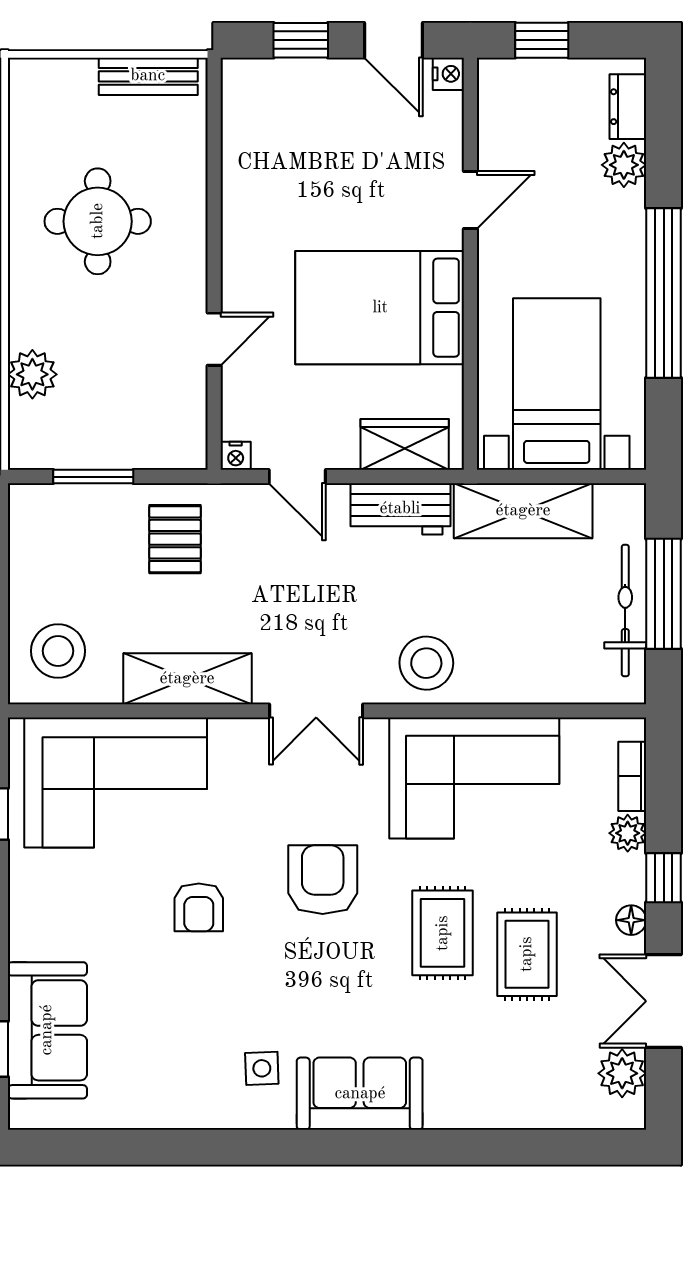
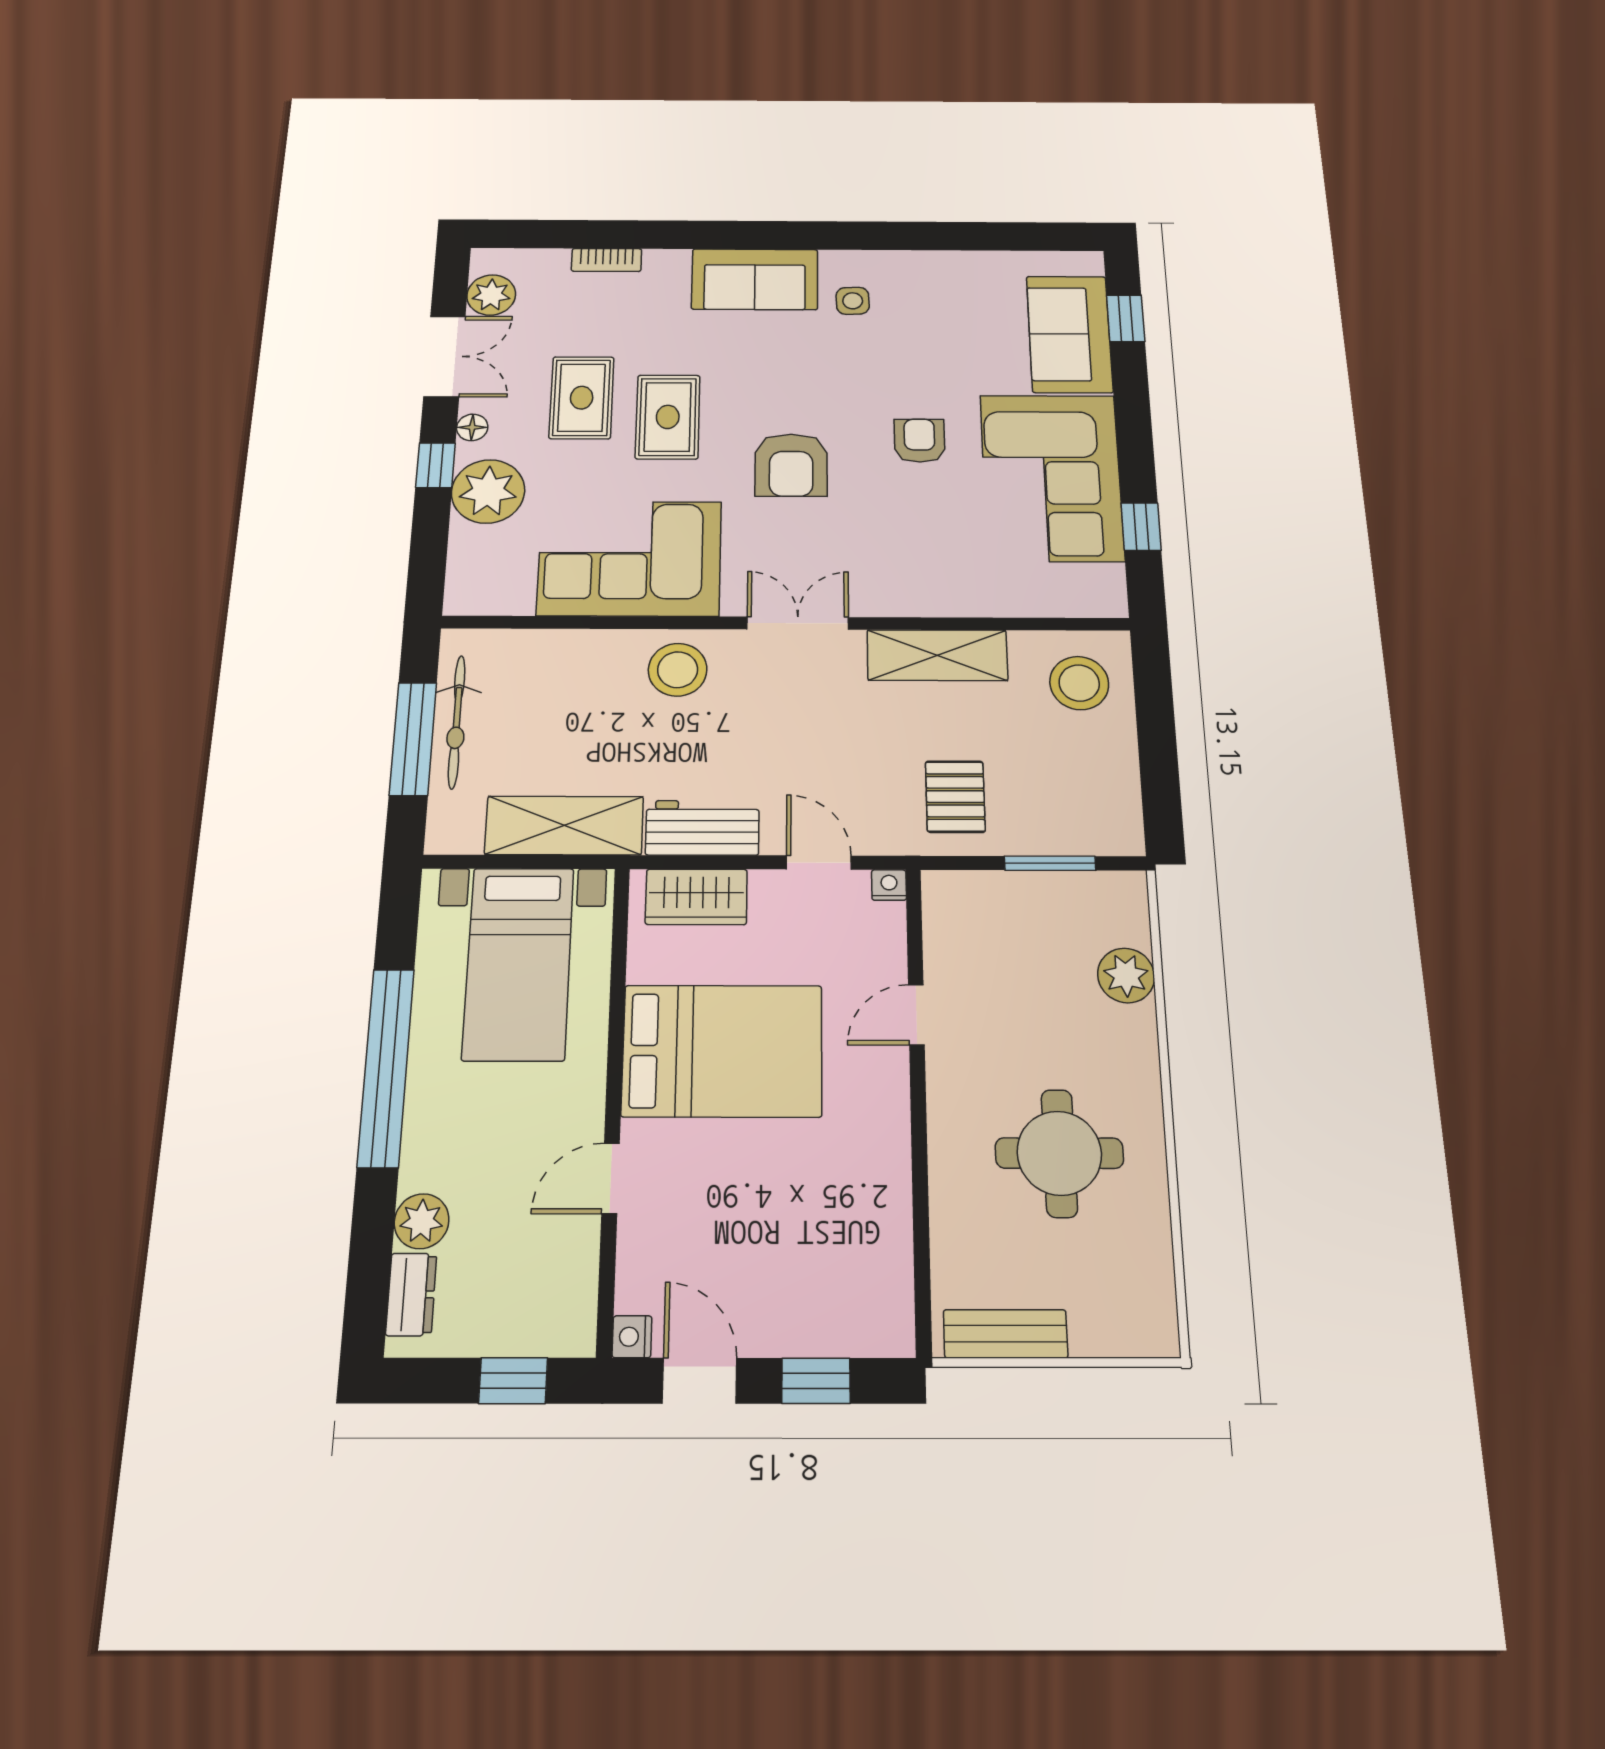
bookcase: (632, 776) -> (607, 260), moved, turned 90
corner sofa: (116, 783) -> (1051, 477), moved, turned -90
plant: (628, 833) -> (488, 491), width x1.87, depth x1.87

